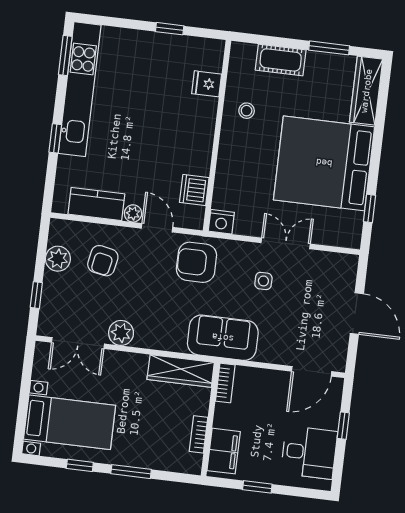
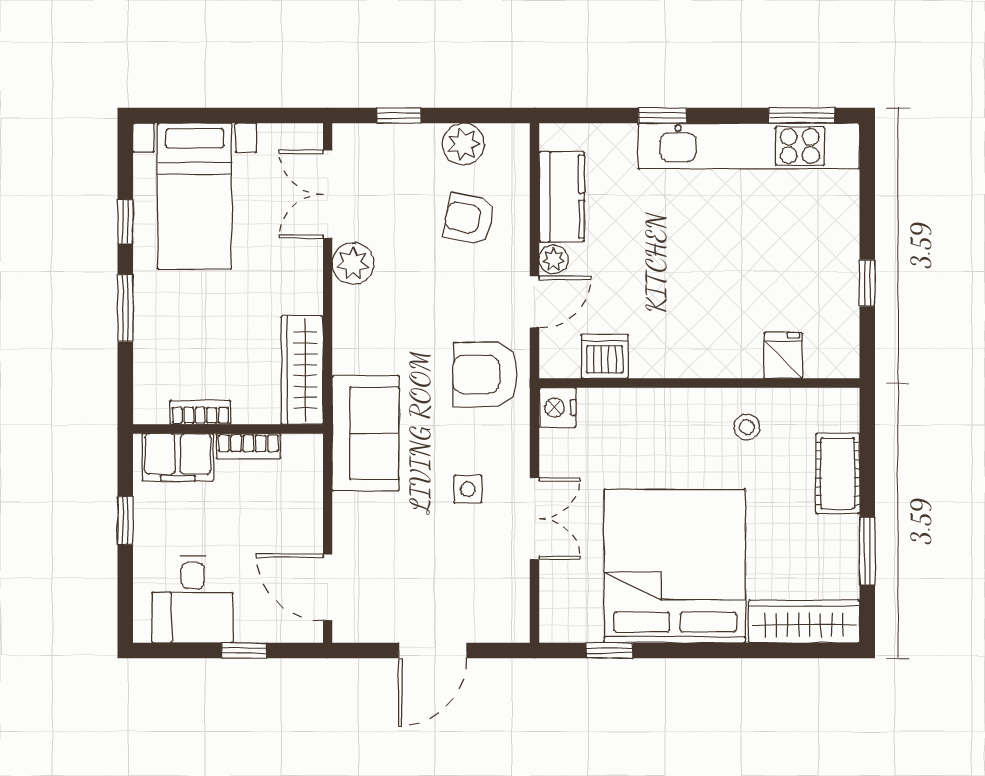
armchair: (196, 262) -> (485, 374), turned -90
bookcase: (225, 383) -> (248, 446), moved

